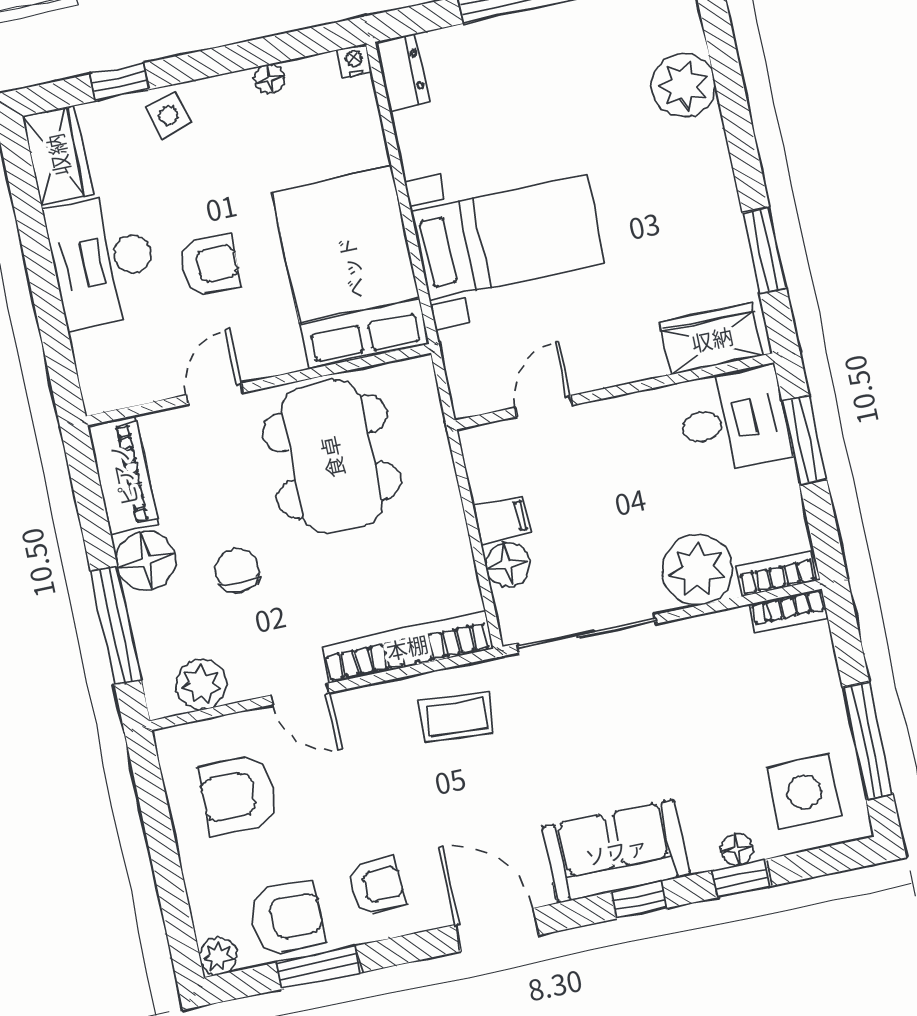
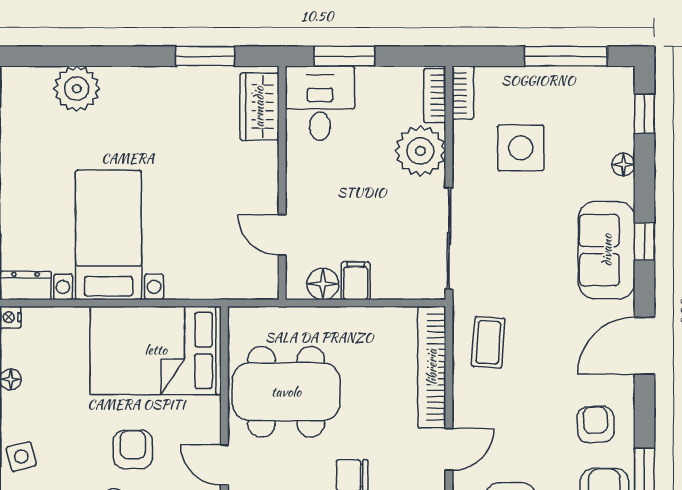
bed with nightstands: (508, 237) -> (109, 235), moved
floor lamp: (508, 565) -> (323, 284), moved
side table: (804, 792) -> (521, 148), moved
window: (742, 878) -> (644, 114), moved

